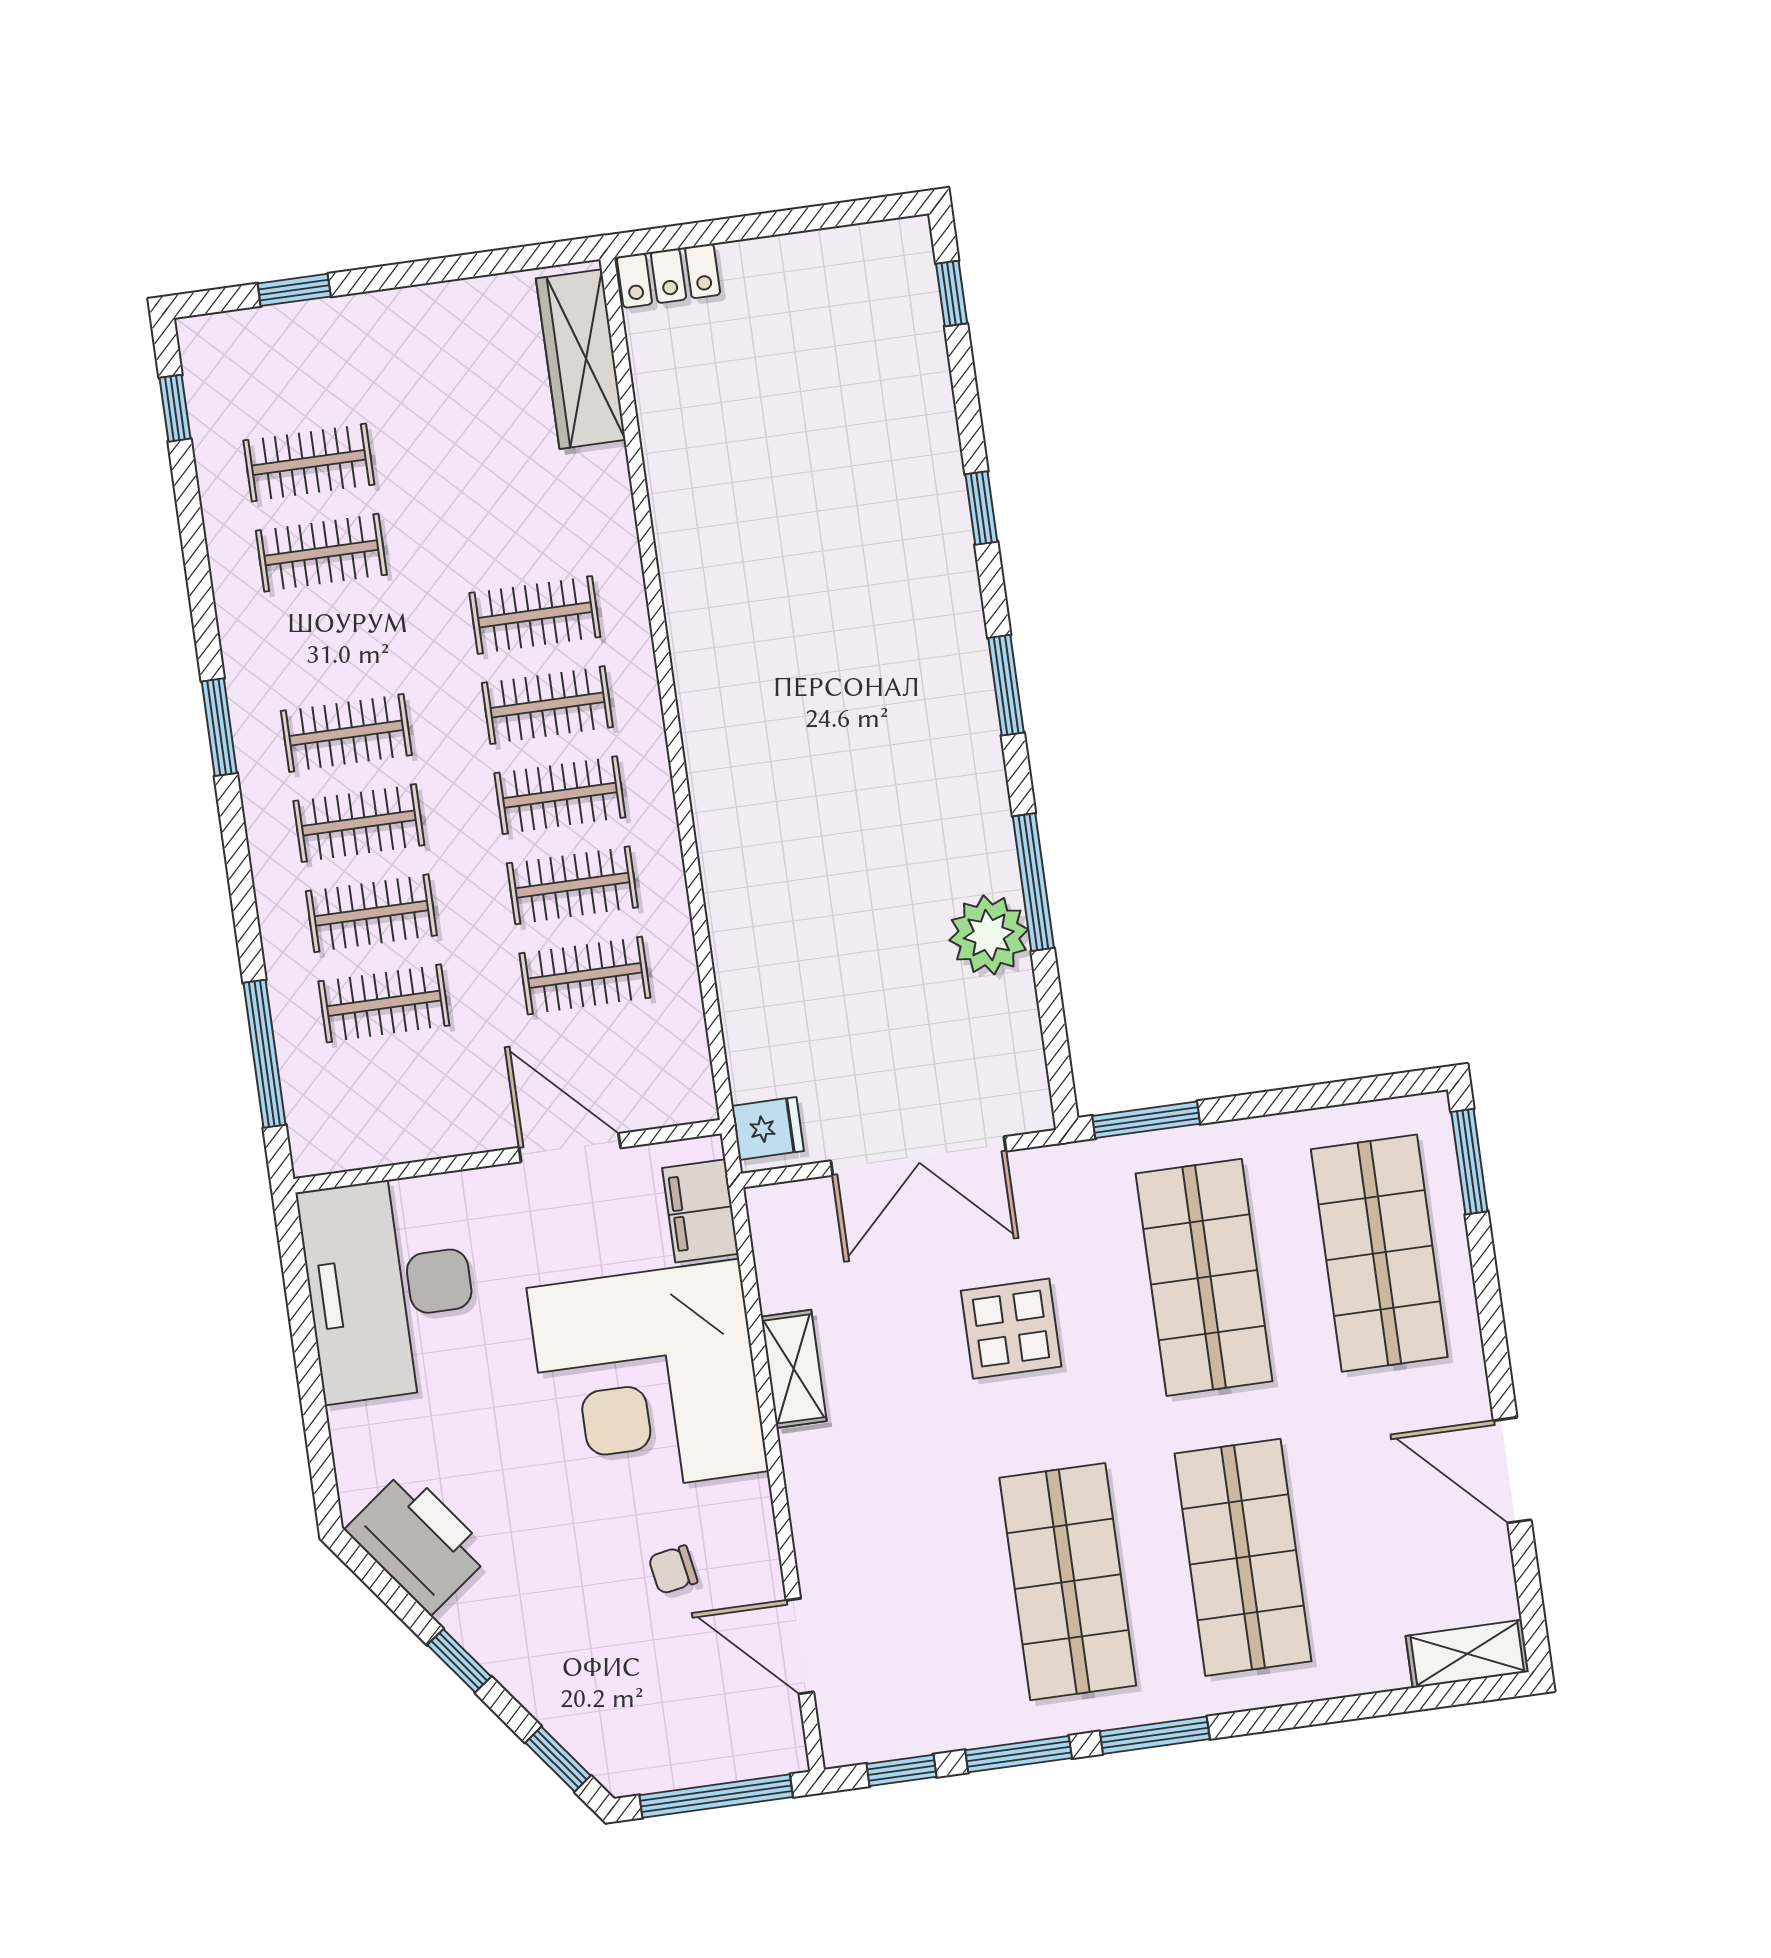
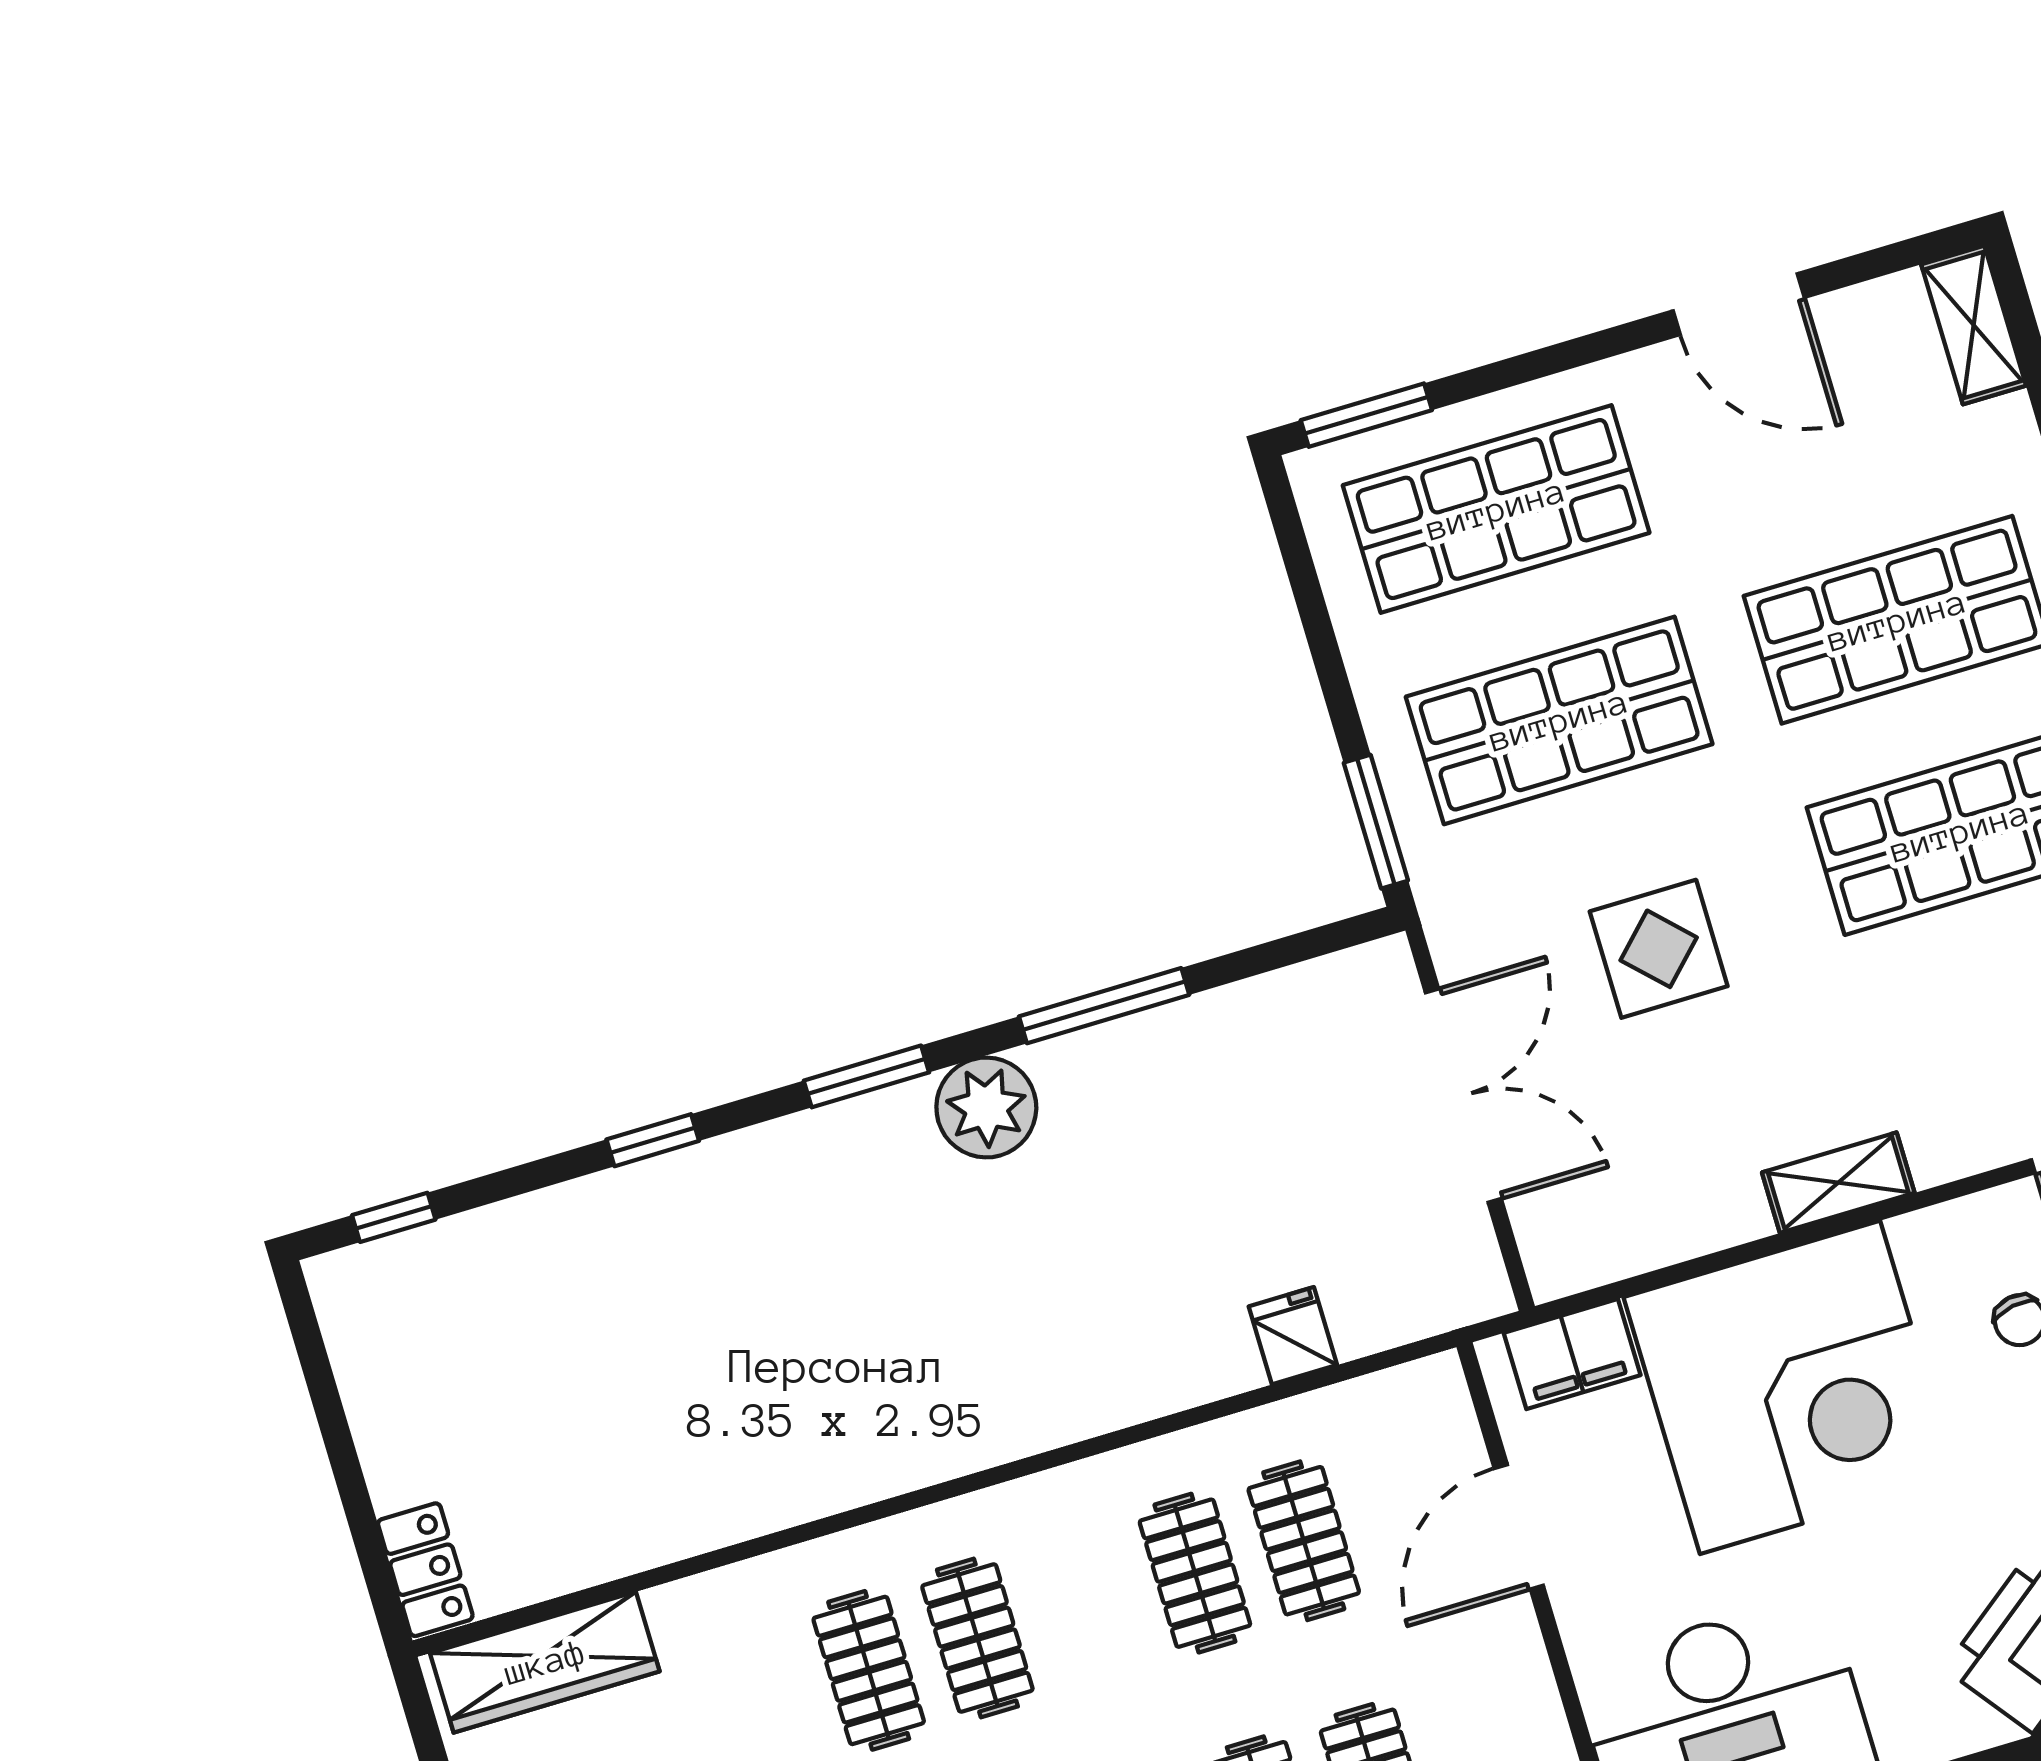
clothes rail: (560, 795) -> (1086, 1606), removed
plant: (989, 935) -> (986, 1107), moved
fridge: (768, 1128) -> (1293, 1336), moved
shelving: (794, 1369) -> (1838, 1183), moved
door: (1512, 1470) -> (1739, 304), hinge flipped

